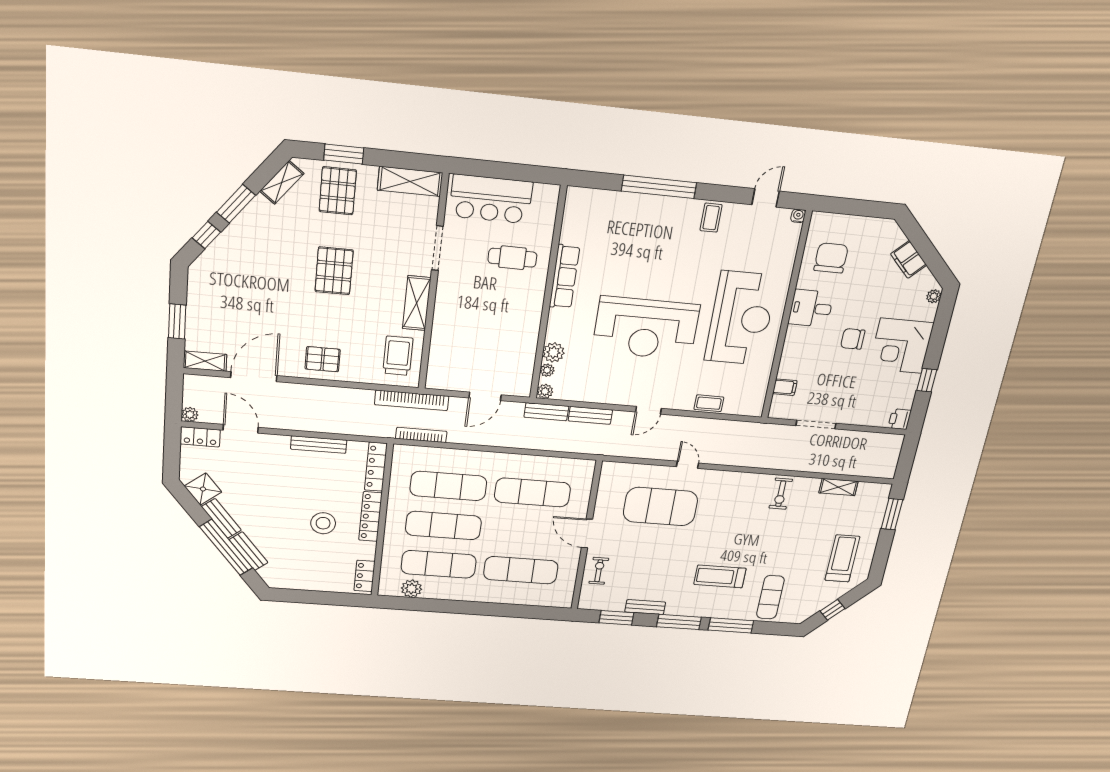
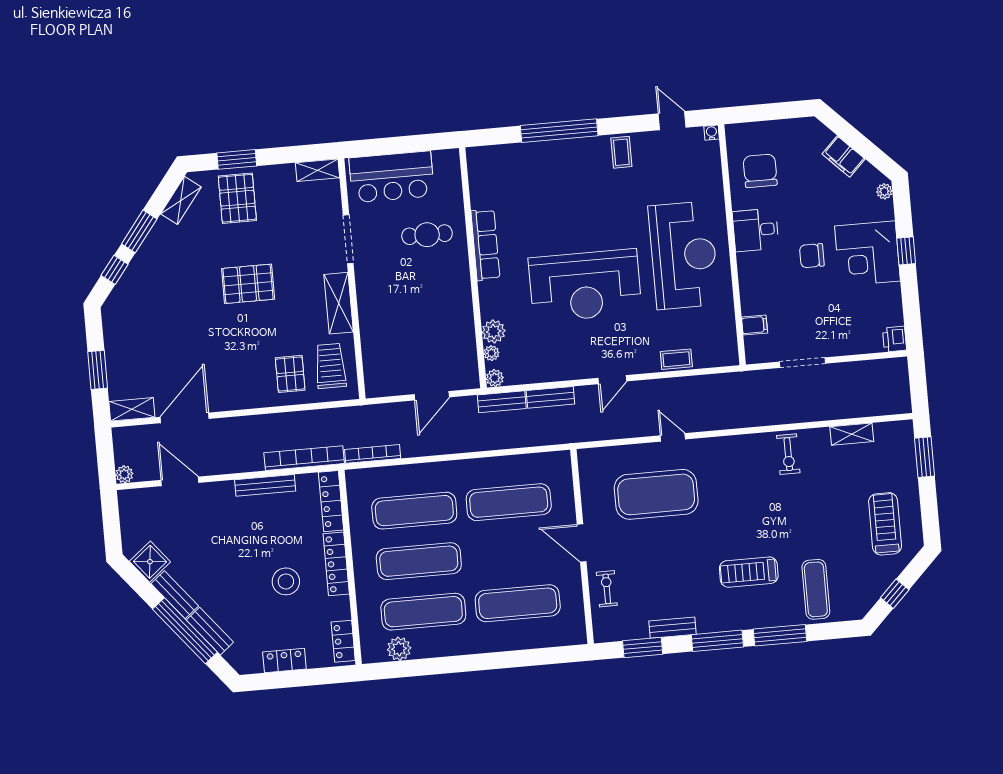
shelving: (410, 181) -> (317, 170), width x0.67, depth x0.75
door: (766, 198) -> (672, 121), hinge flipped
pallet: (334, 271) -> (248, 284), turned 90
pallet: (323, 359) -> (290, 374), moved, turned 90
window: (927, 380) -> (906, 251), moved
bookcase: (412, 400) -> (304, 458), moved, turned 180
locker: (200, 437) -> (284, 660), moved, turned 180

